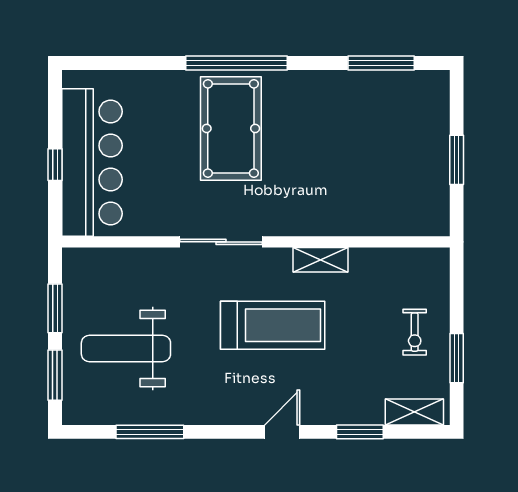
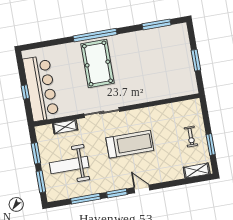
shelving: (321, 260) -> (65, 127), moved
door: (282, 432) -> (142, 189), hinge flipped
window: (360, 432) -> (117, 193), moved

